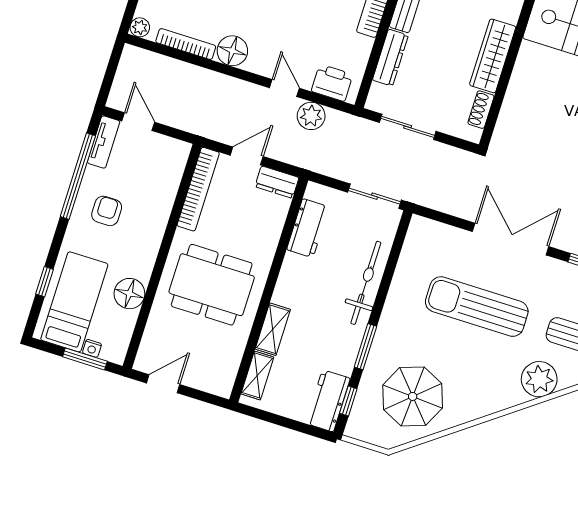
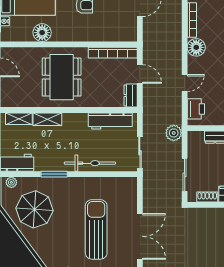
plant: (311, 116) -> (174, 133), moved
sliding door: (408, 127) -> (185, 175), moved
workbench: (308, 228) -> (110, 121), width x1.38
window: (348, 401) -> (21, 174), removed
plant: (357, 420) -> (11, 182), added

